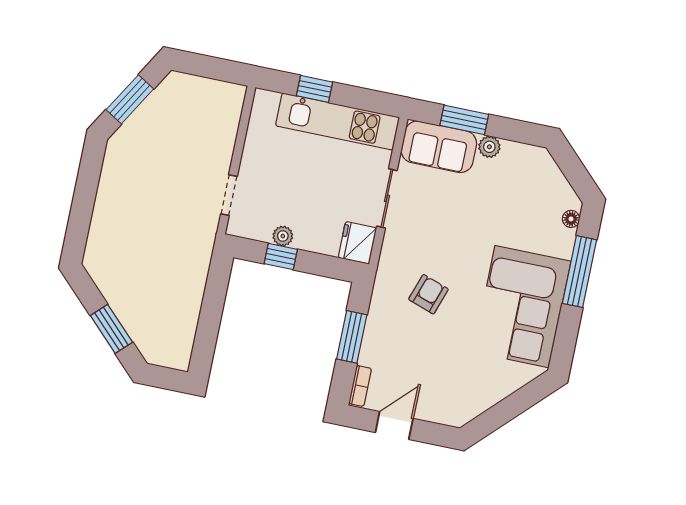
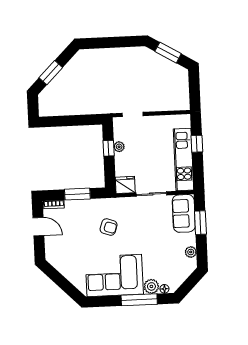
plant: (489, 147) -> (191, 252), moved
plant: (560, 242) -> (151, 286), added

